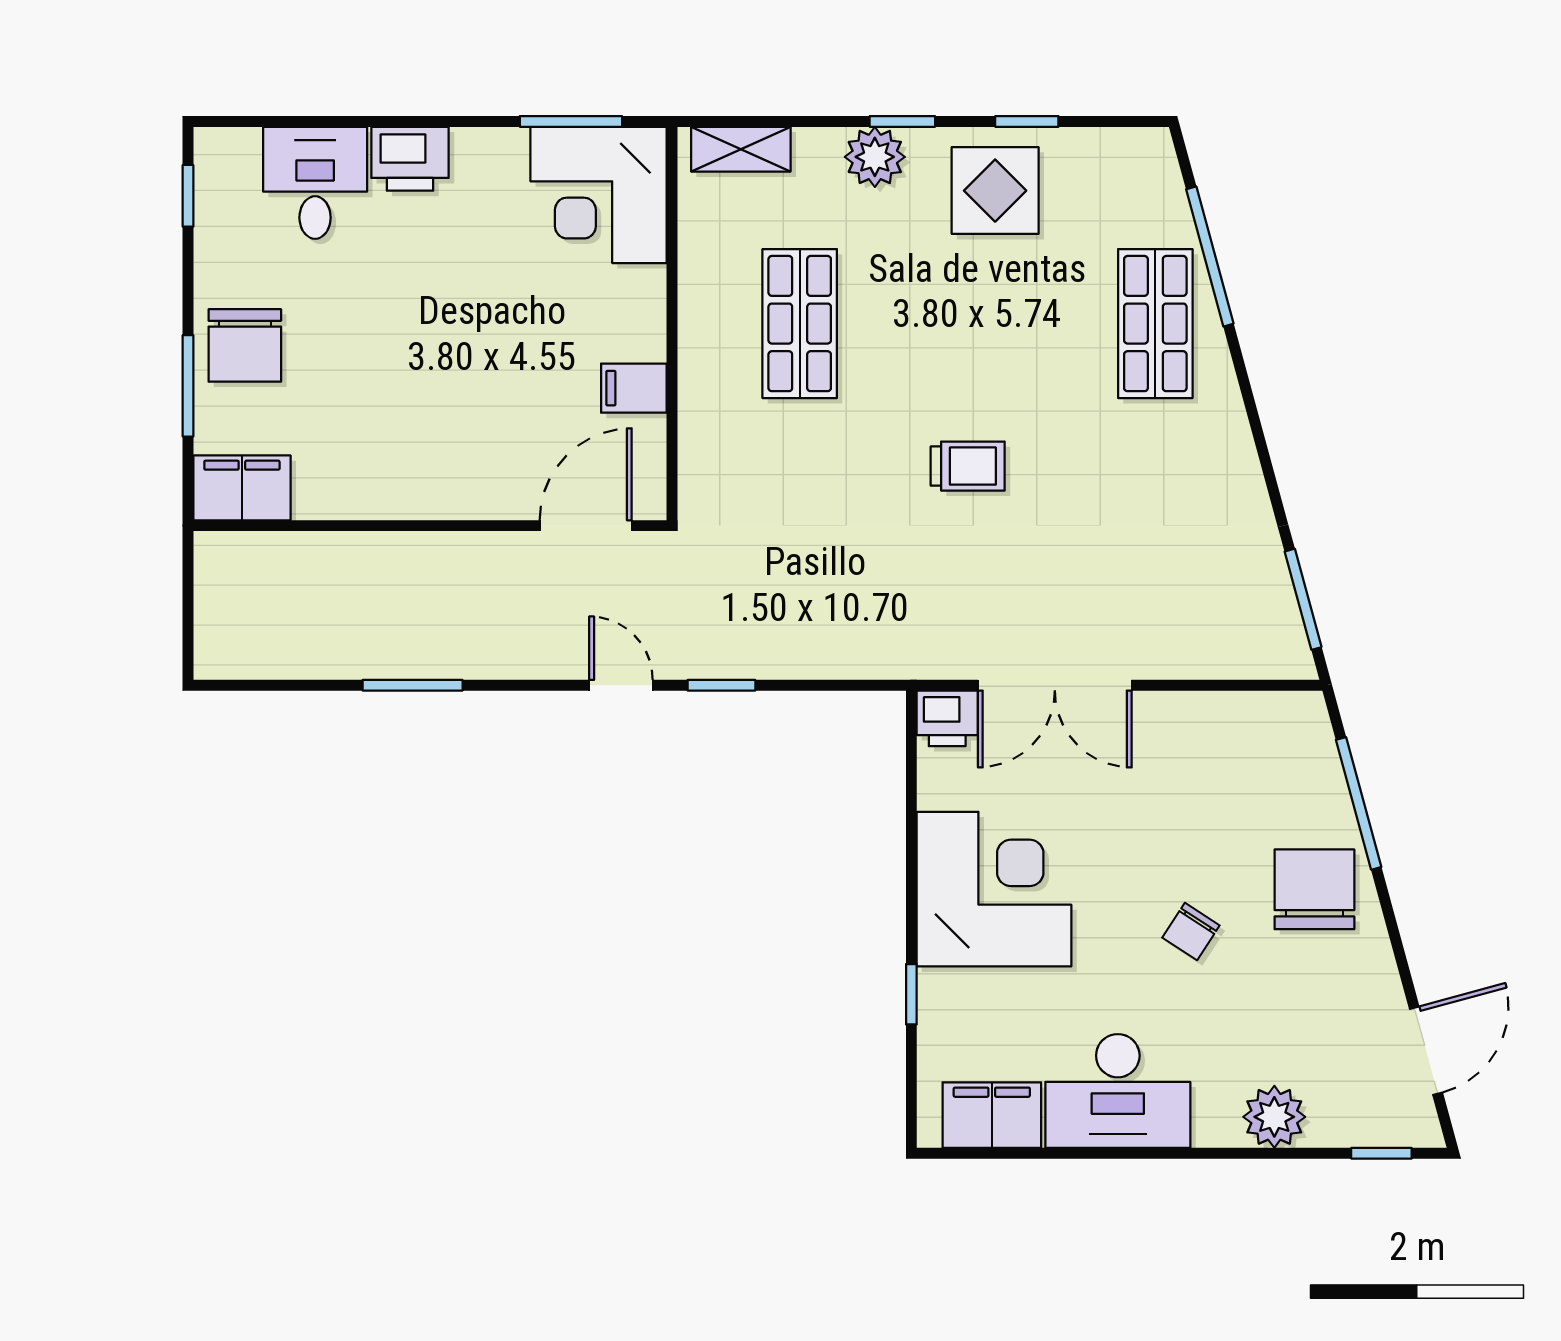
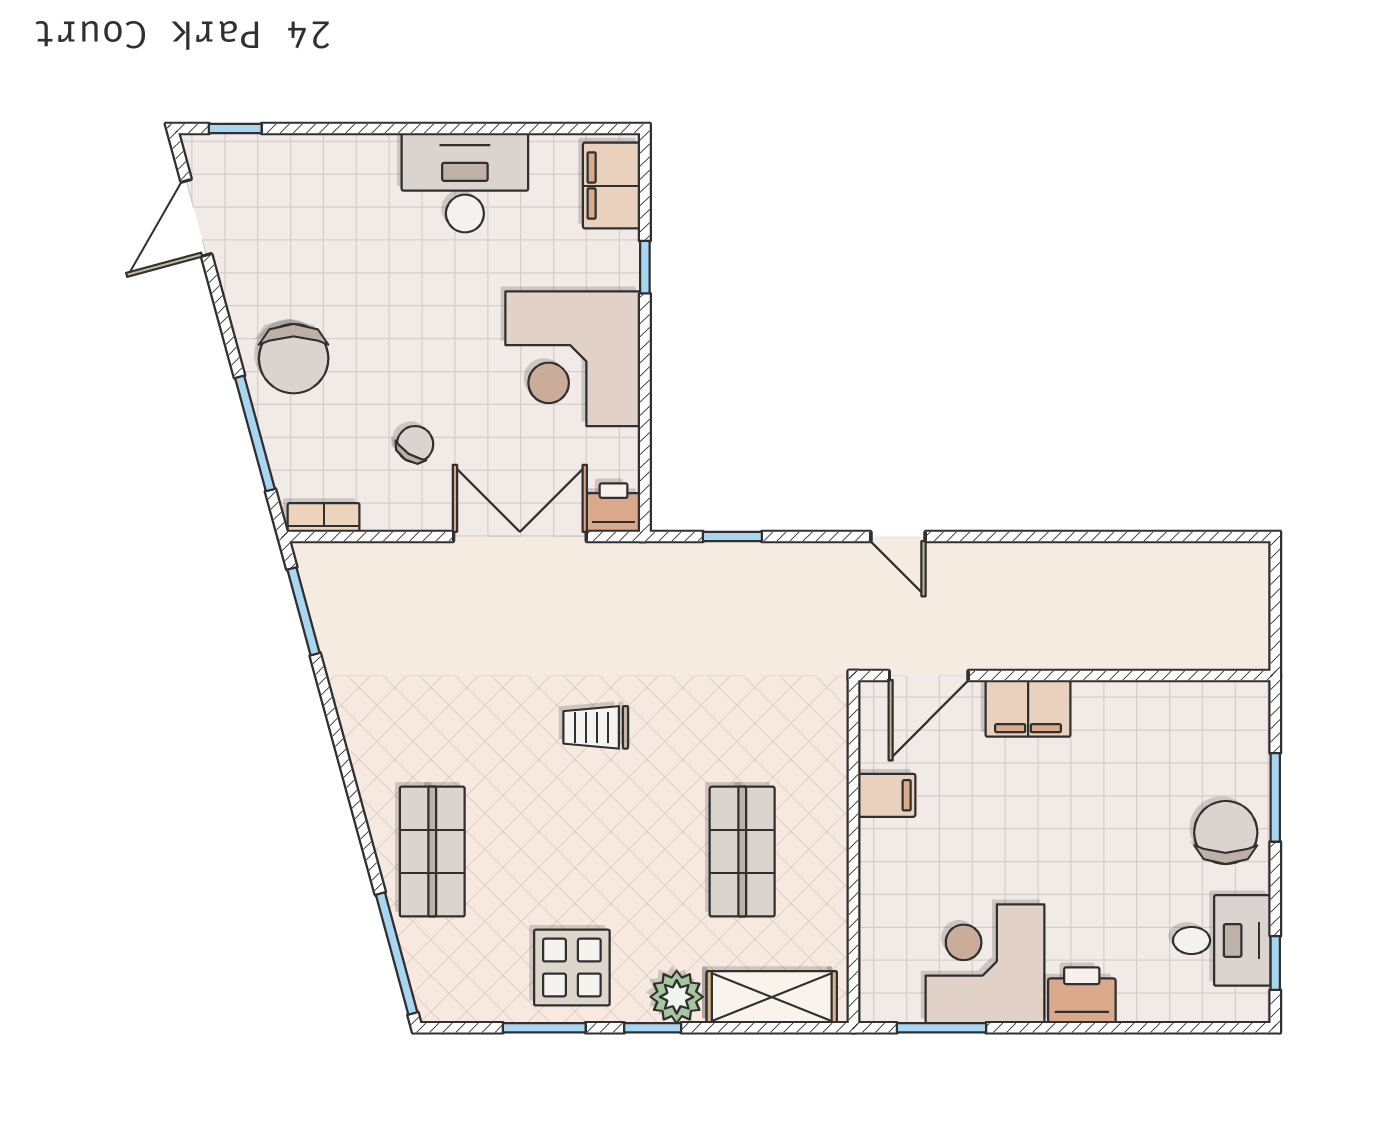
window: (1027, 121) -> (544, 1028), width x1.50
shelving: (741, 149) -> (772, 997), width x1.50, depth x1.33
desk: (315, 183) -> (1222, 940), moved, turned -90
corner desk: (599, 195) -> (985, 964), moved, turned -90
window: (1210, 257) -> (397, 954), moved
filing cabinet: (242, 488) -> (1028, 708), moved
window: (413, 685) -> (1080, 536), removed
window: (721, 685) -> (732, 536), moved
bookcase: (1280, 707) -> (324, 517), added
chair: (1191, 931) -> (415, 444), moved
filing cabinet: (992, 1115) -> (612, 186), moved, turned 90
plant: (1274, 1117) -> (329, 160), removed

